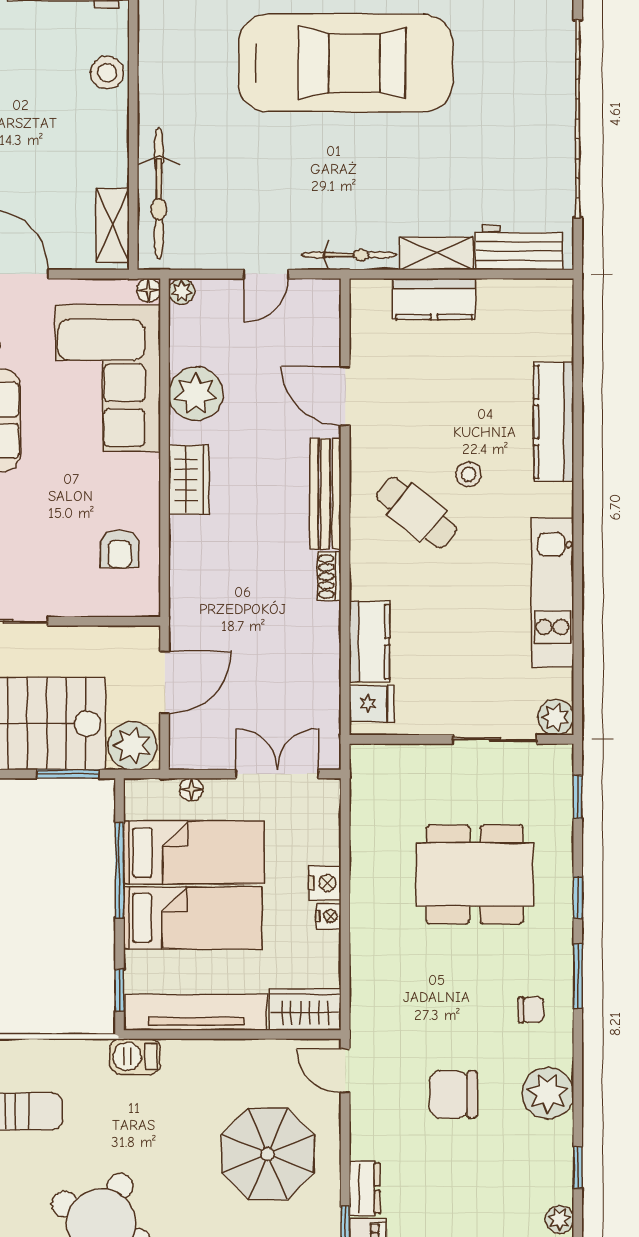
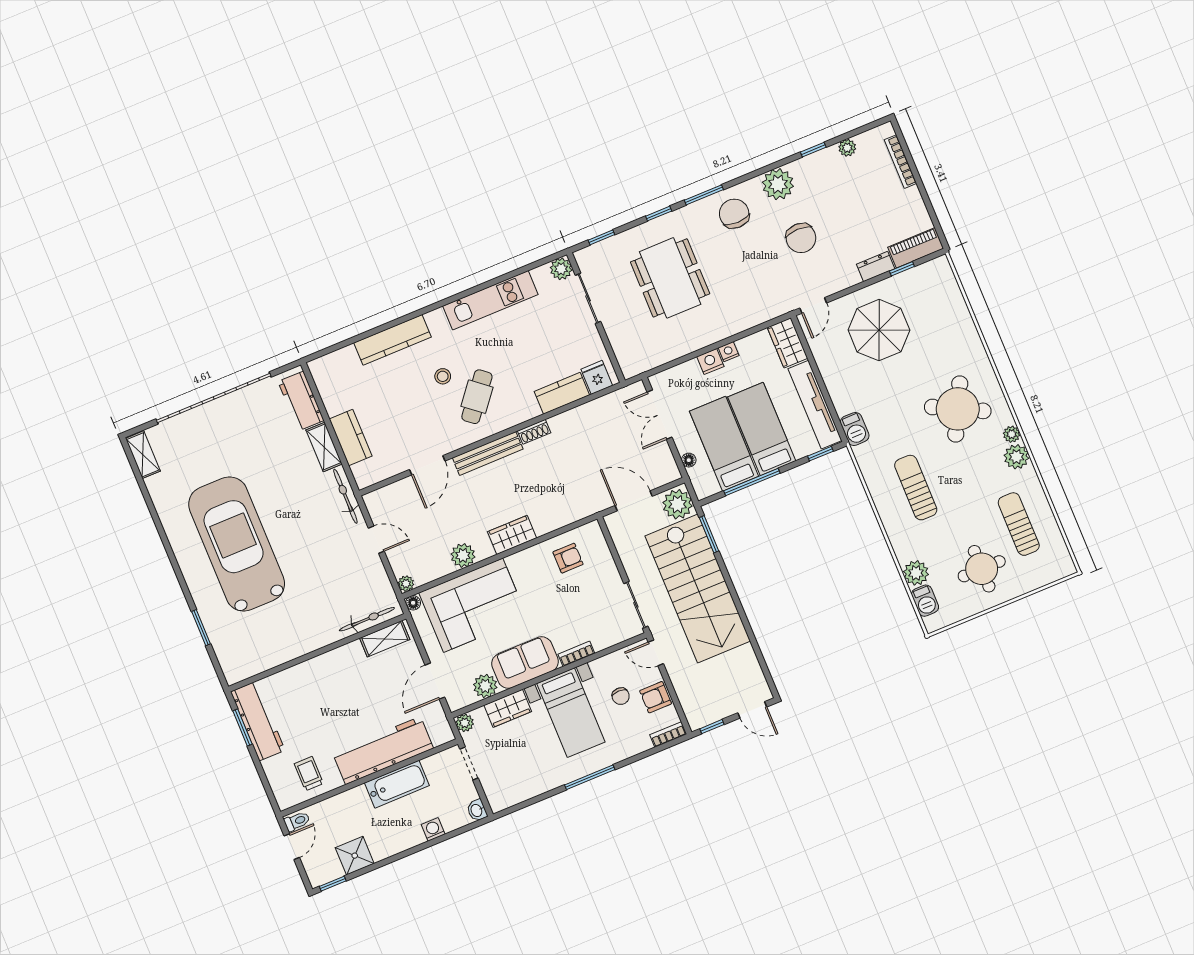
stool: (107, 73) -> (299, 678), removed
bicycle: (159, 193) -> (367, 619), width x0.73, depth x0.71
plant: (196, 394) -> (463, 555), width x0.73, depth x0.73
chair: (531, 1010) -> (734, 214), width x1.87, depth x1.87

